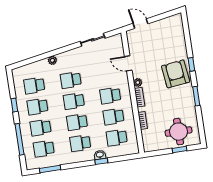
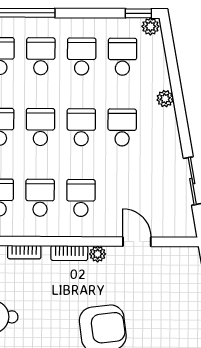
door: (128, 63) -> (137, 242), hinge flipped
plant: (16, 74) -> (150, 26), added
window: (14, 105) -> (138, 13), moved

